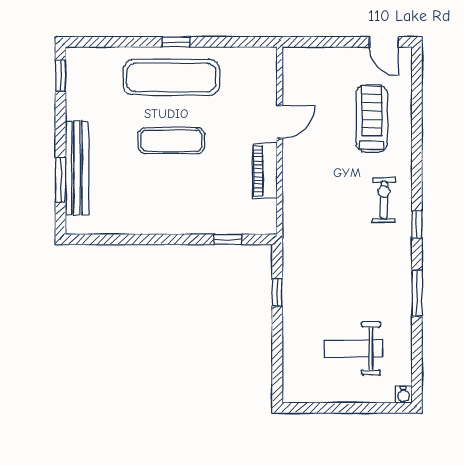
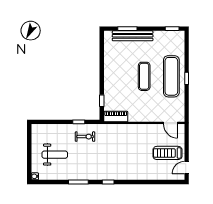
treadmill: (372, 118) -> (167, 153), moved, turned 180
door: (280, 122) -> (170, 123), moved
piano: (265, 171) -> (116, 117), moved
exercise bike: (384, 200) -> (85, 137), moved
weight bench: (353, 348) -> (55, 155), turned 90

